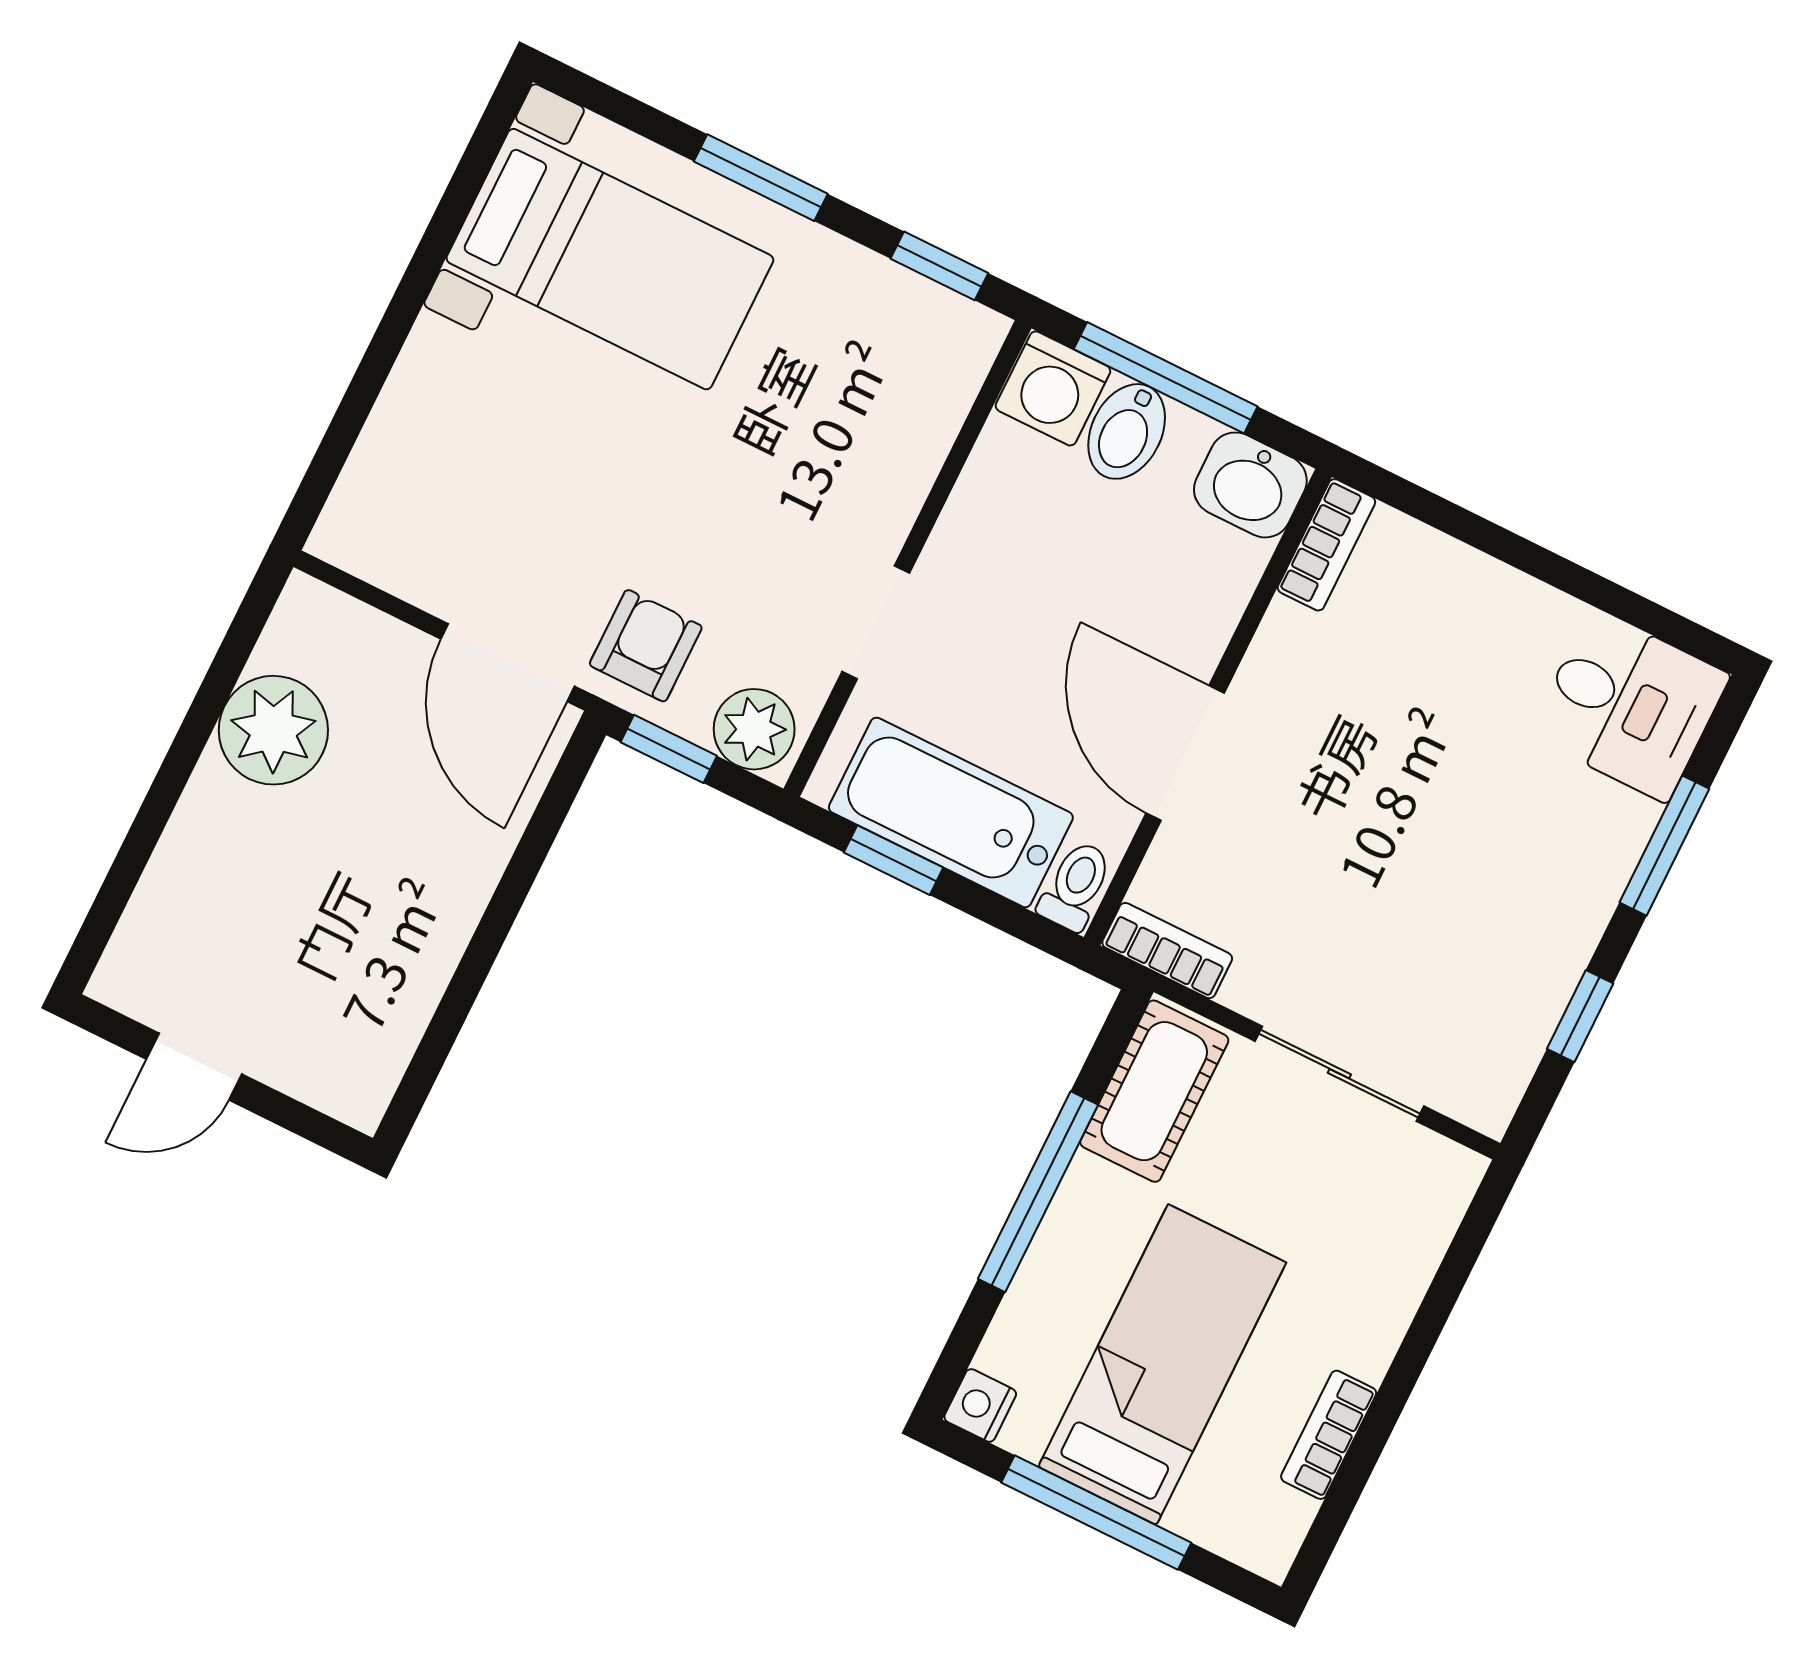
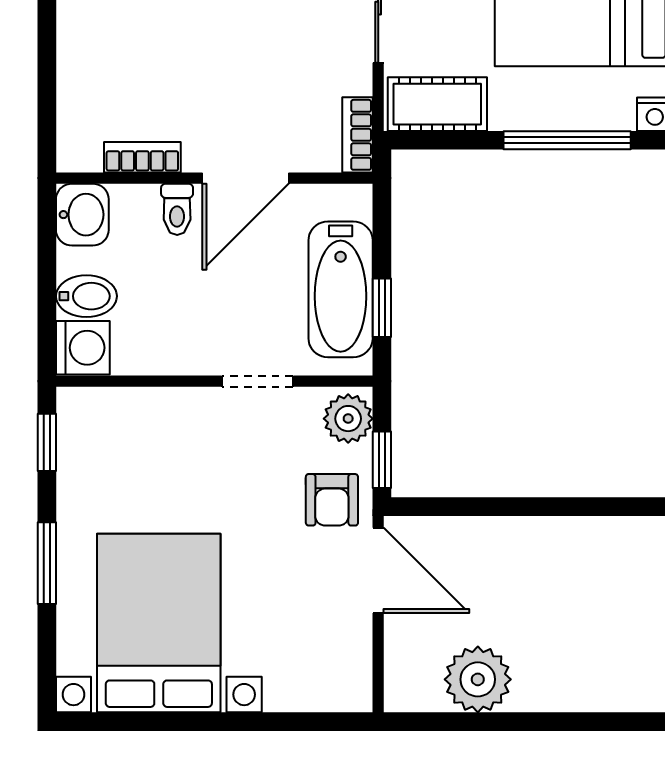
bed with nightstands: (610, 259) -> (159, 623), width x1.36
window: (1166, 378) -> (47, 289), removed
bookcase: (1326, 545) -> (142, 157), moved
armchair: (646, 646) -> (332, 500), turned -90
door: (508, 663) -> (378, 570), hinge flipped
toilet: (1076, 886) -> (177, 209), moved, turned -90
window: (1038, 1192) -> (567, 140), moved

